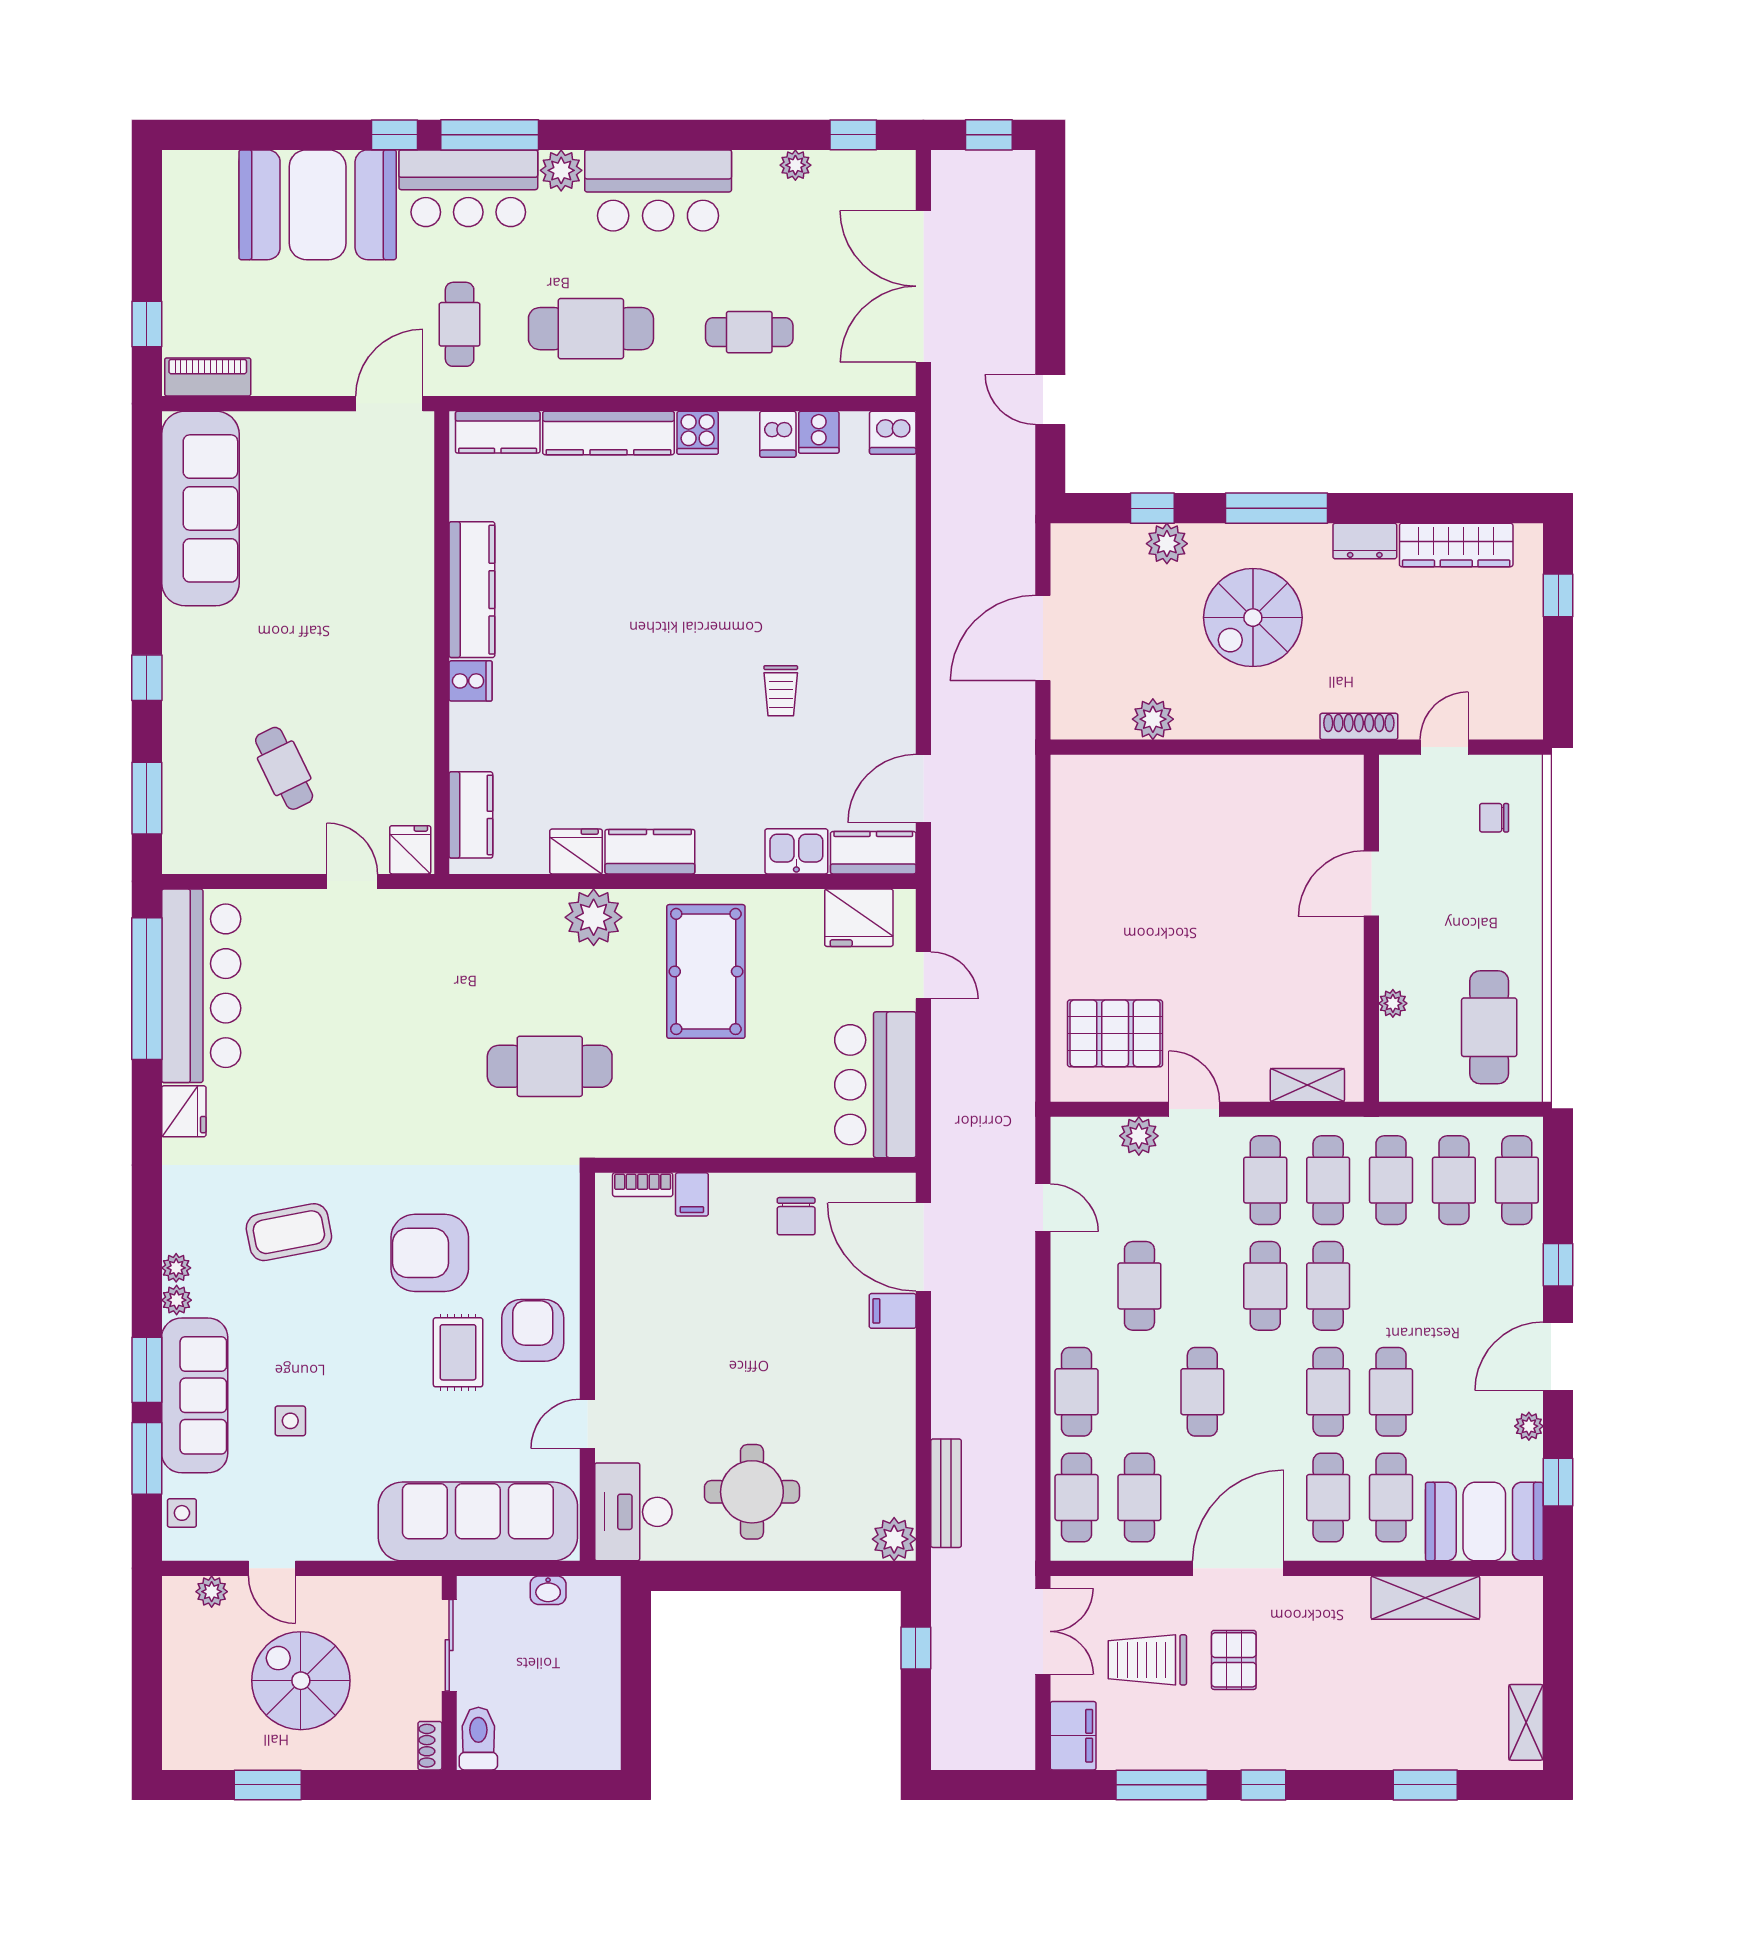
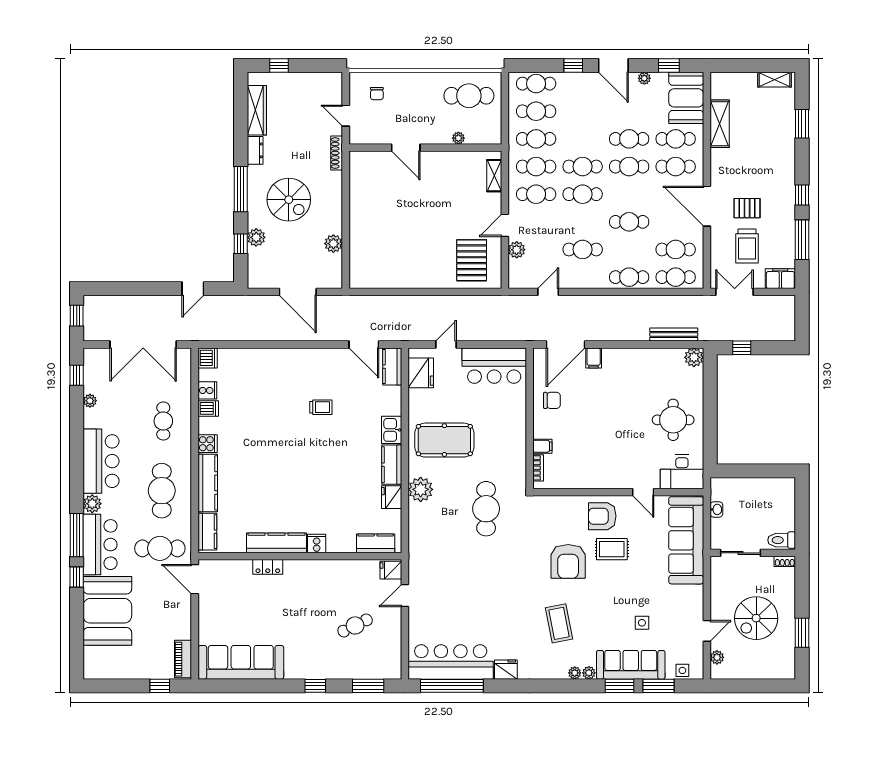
cafe table: (460, 324) -> (160, 548), width x1.37, depth x1.35
locker: (417, 570) -> (268, 567), added
kitchen sink: (796, 851) -> (392, 430), moved

